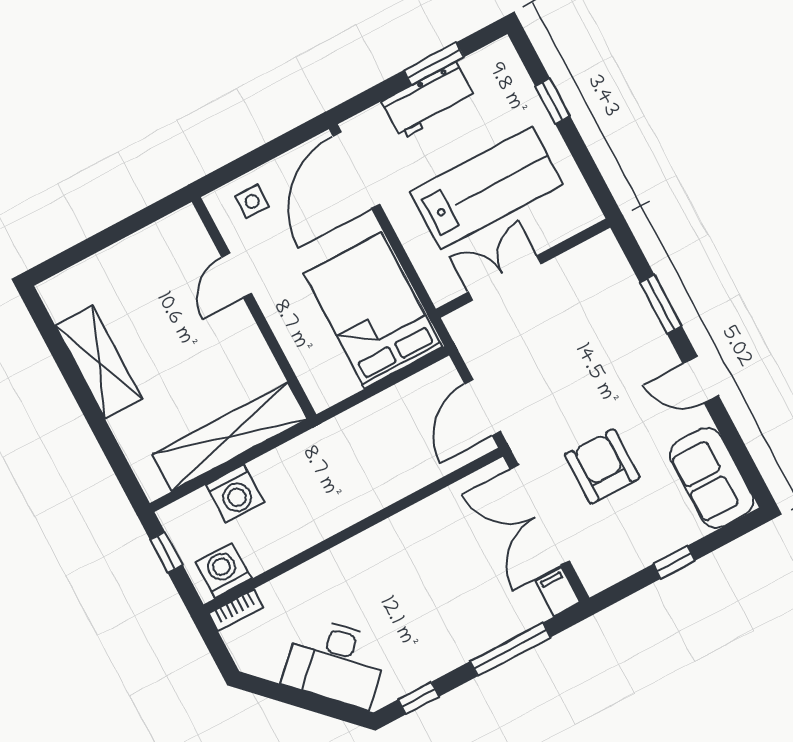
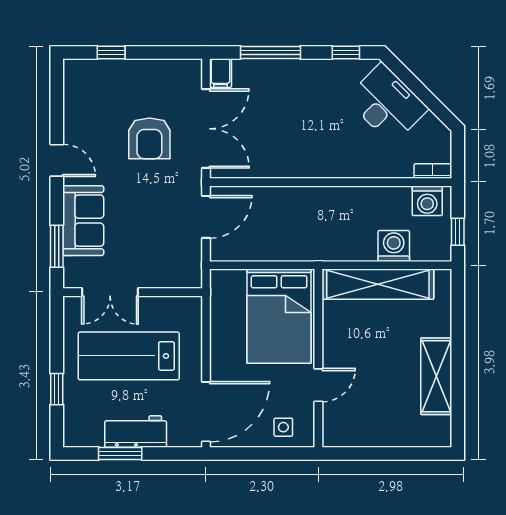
double door: (505, 278) -> (110, 292), moved
window: (661, 304) -> (57, 246), moved
bed: (373, 310) -> (279, 316), moved
sofa: (712, 478) -> (83, 221), moved
window: (674, 562) -> (111, 53), moved

